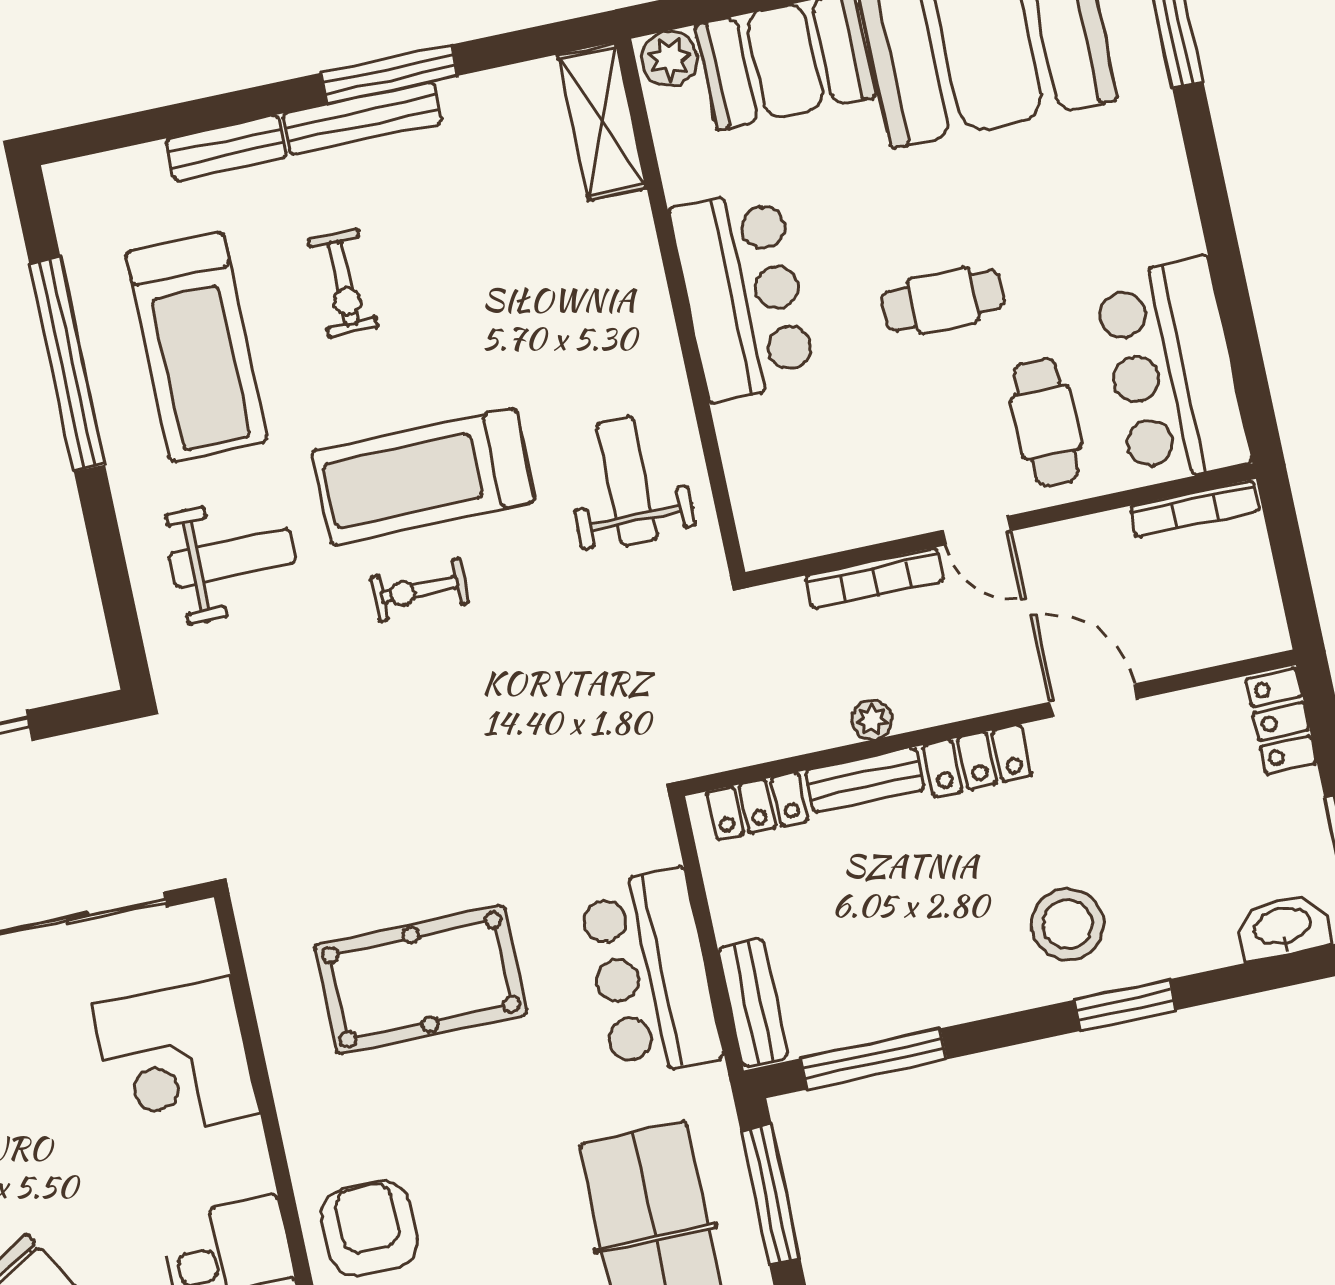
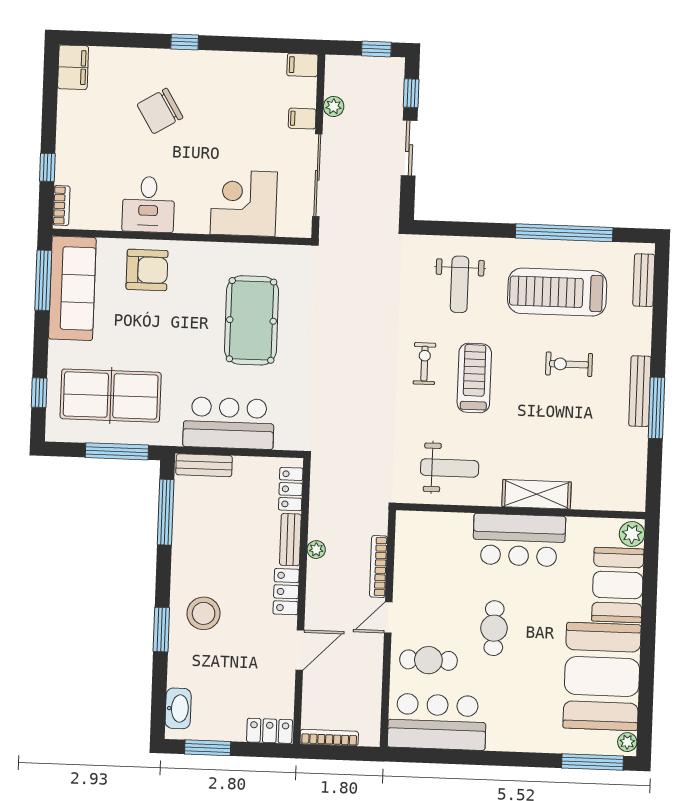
shelving: (602, 121) -> (537, 494), moved
bench: (226, 148) -> (644, 280), moved
treadmill: (423, 477) -> (474, 378), width x0.73, depth x0.73
bookcase: (1194, 509) -> (329, 738), moved, turned 90

